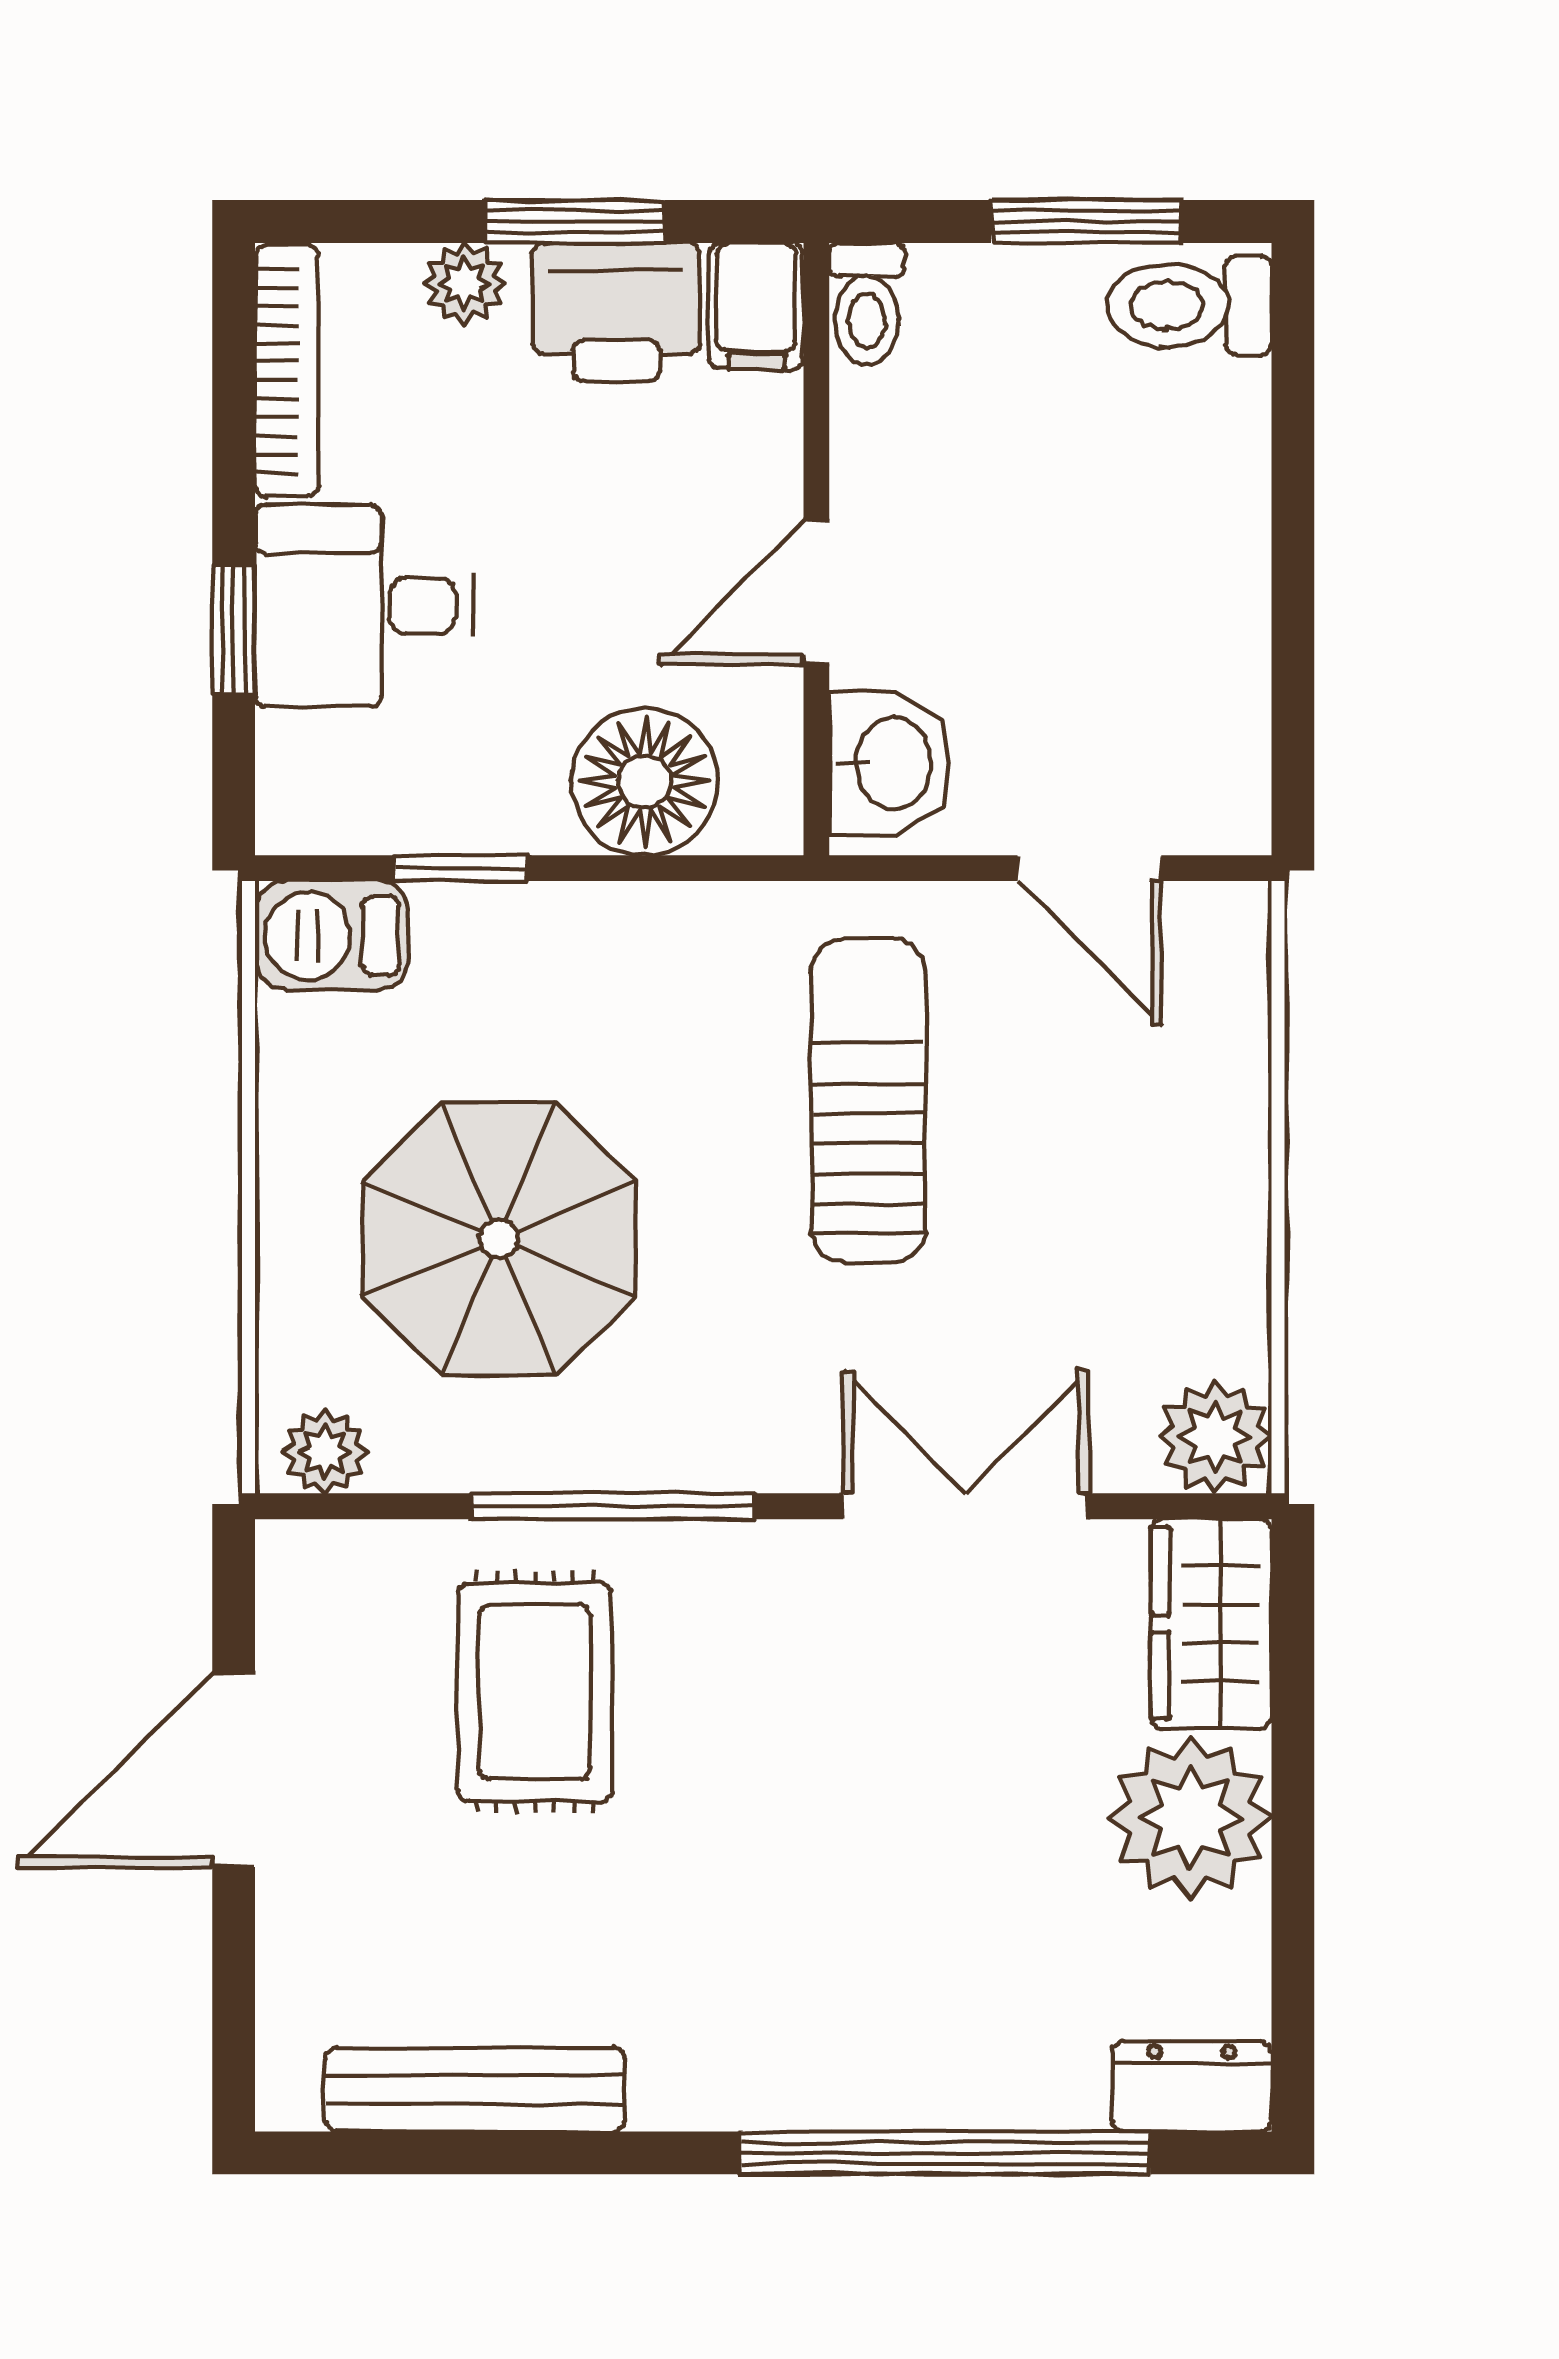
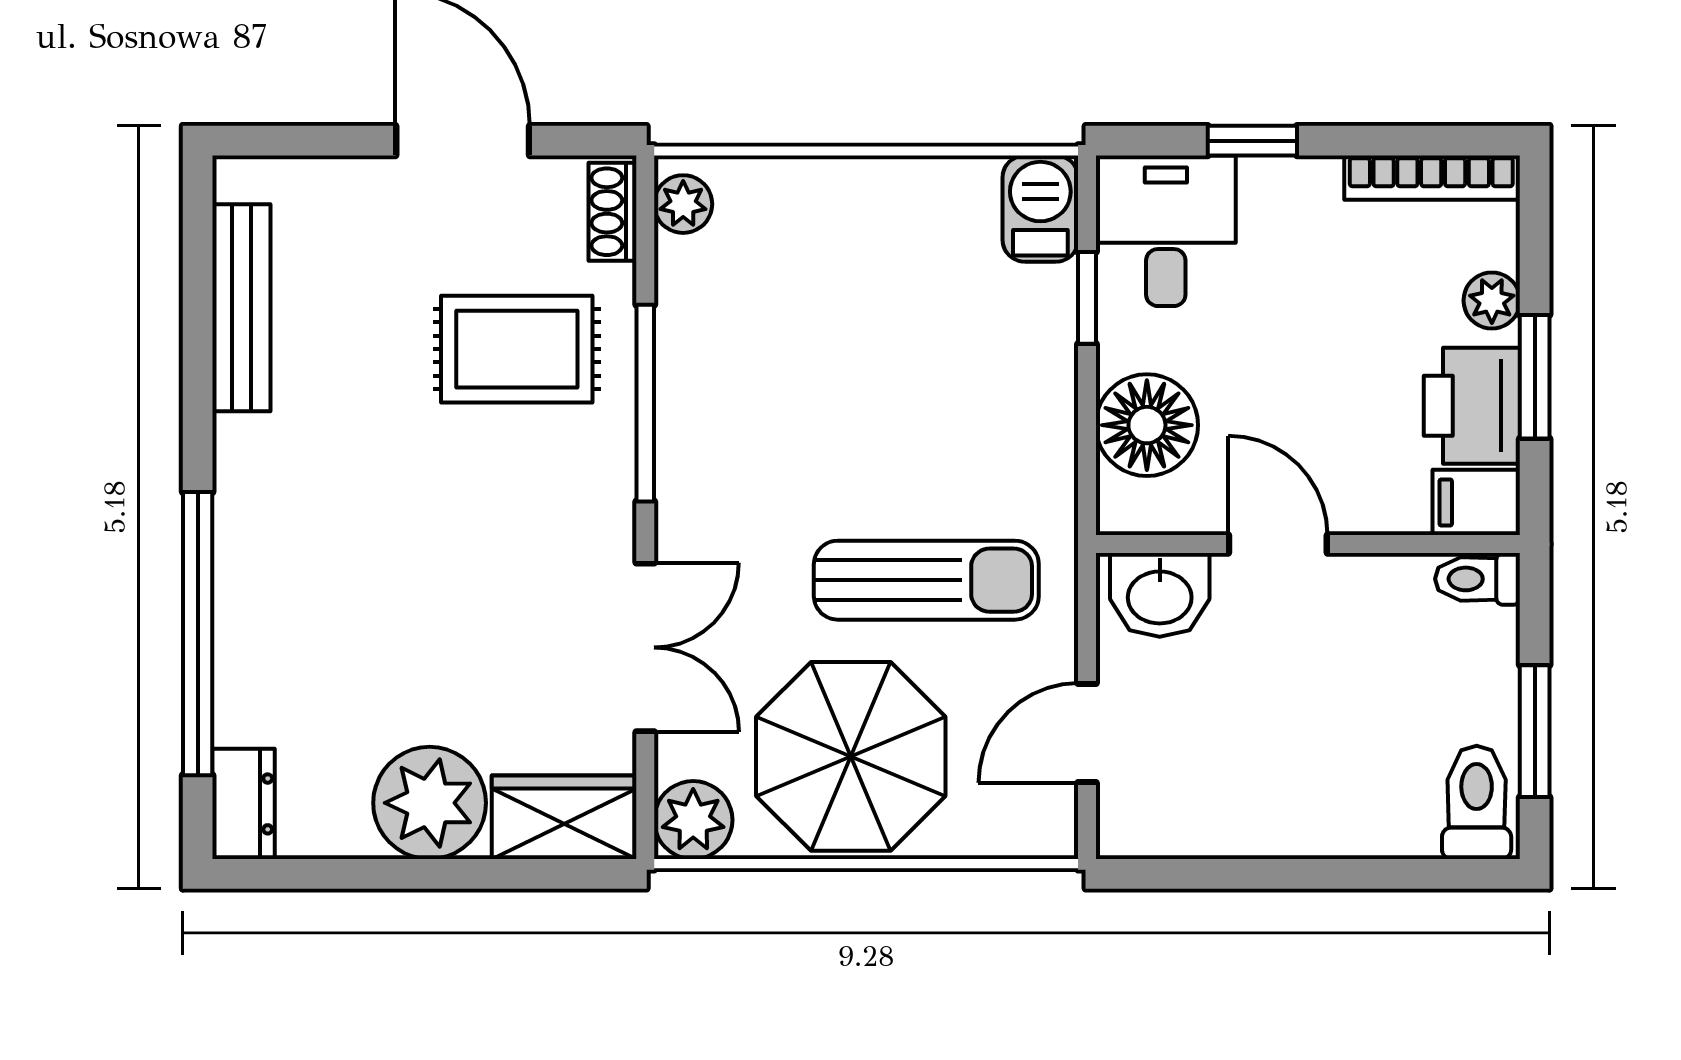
desk: (364, 606) -> (1166, 231), moved
parasol: (499, 1239) -> (851, 756), moved
shoe rack: (336, 1554) -> (613, 212), added

